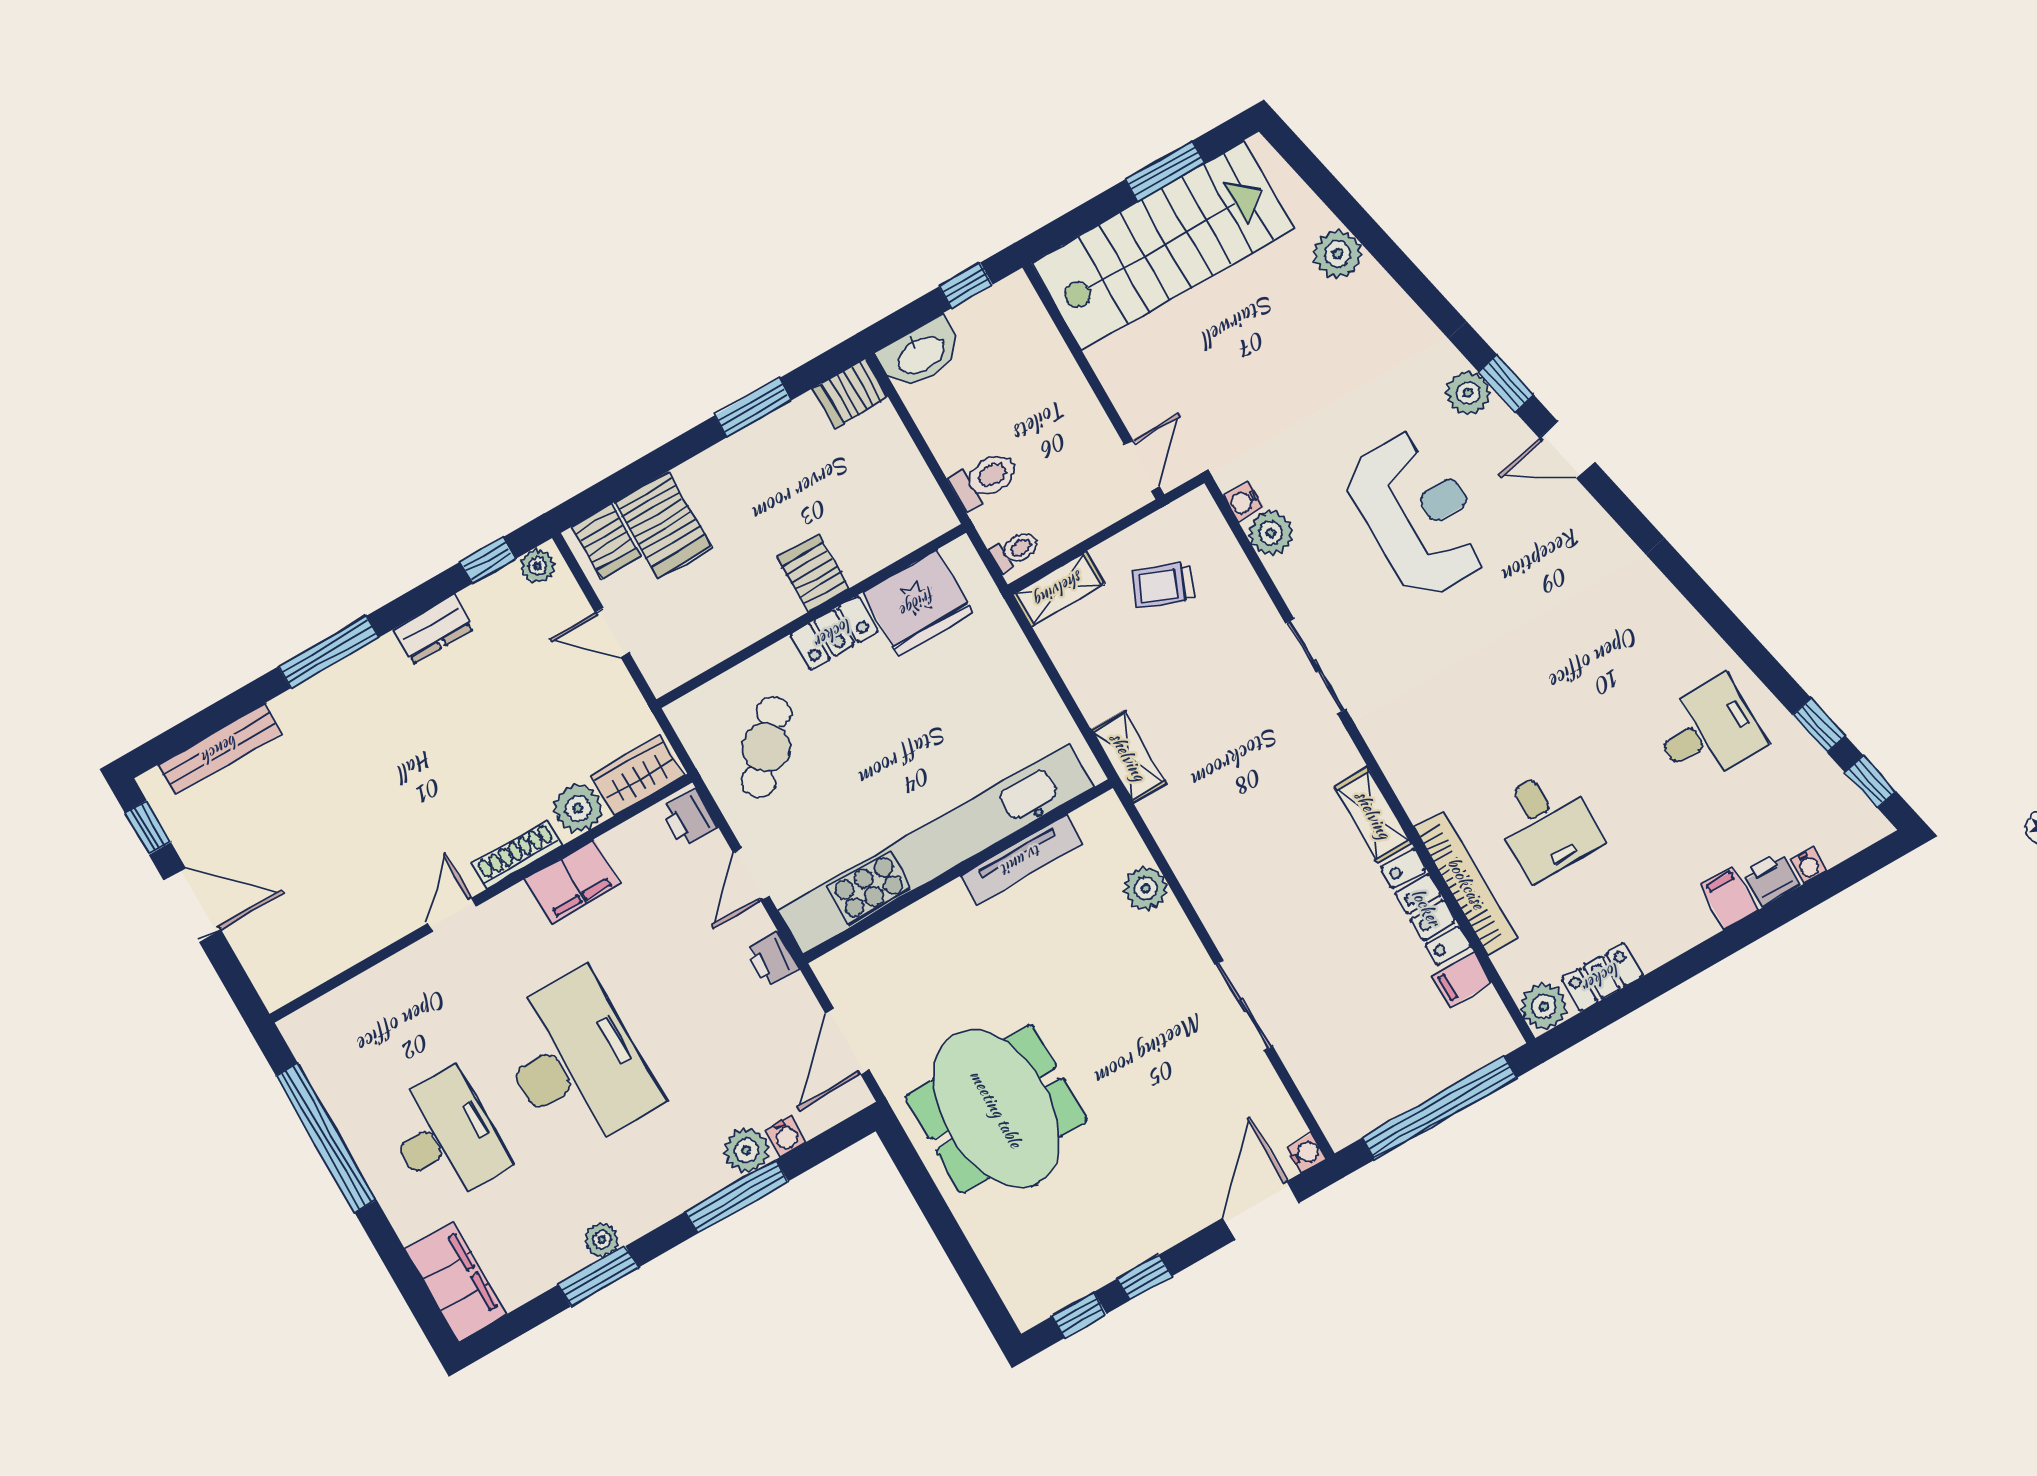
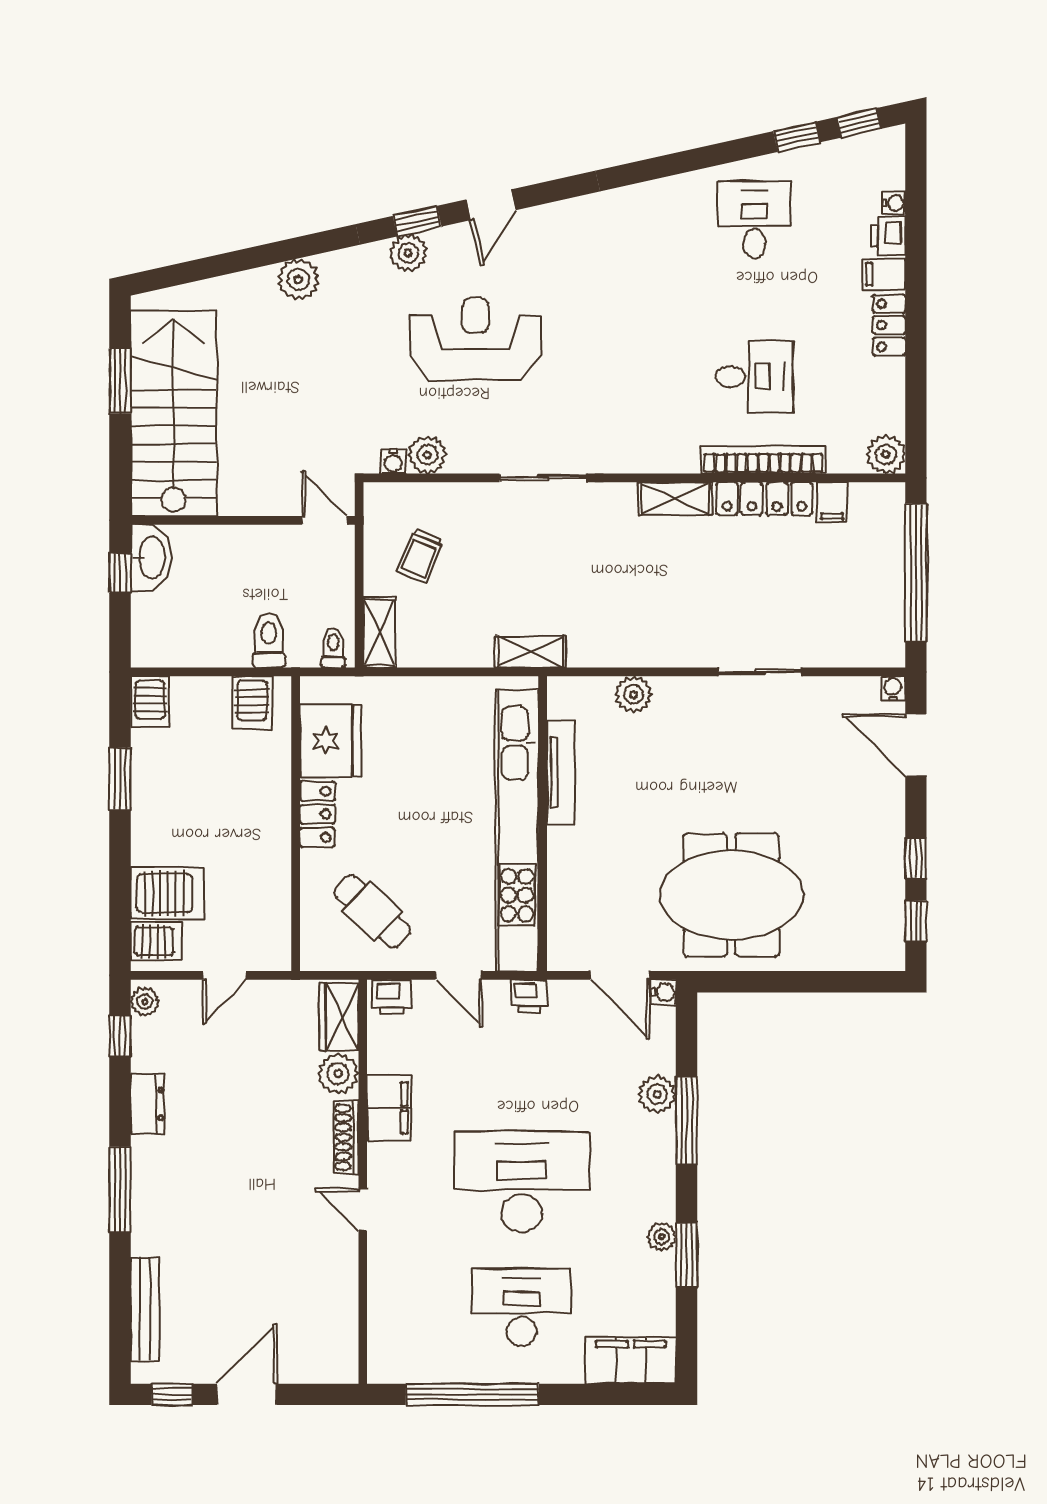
plant: (1338, 254) -> (298, 279), moved
washbasin: (921, 354) -> (151, 558), moved
server rack: (813, 573) -> (252, 703), moved, turned -90
locker: (1602, 977) -> (889, 325), moved
water cooler: (786, 1136) -> (663, 992), moved

